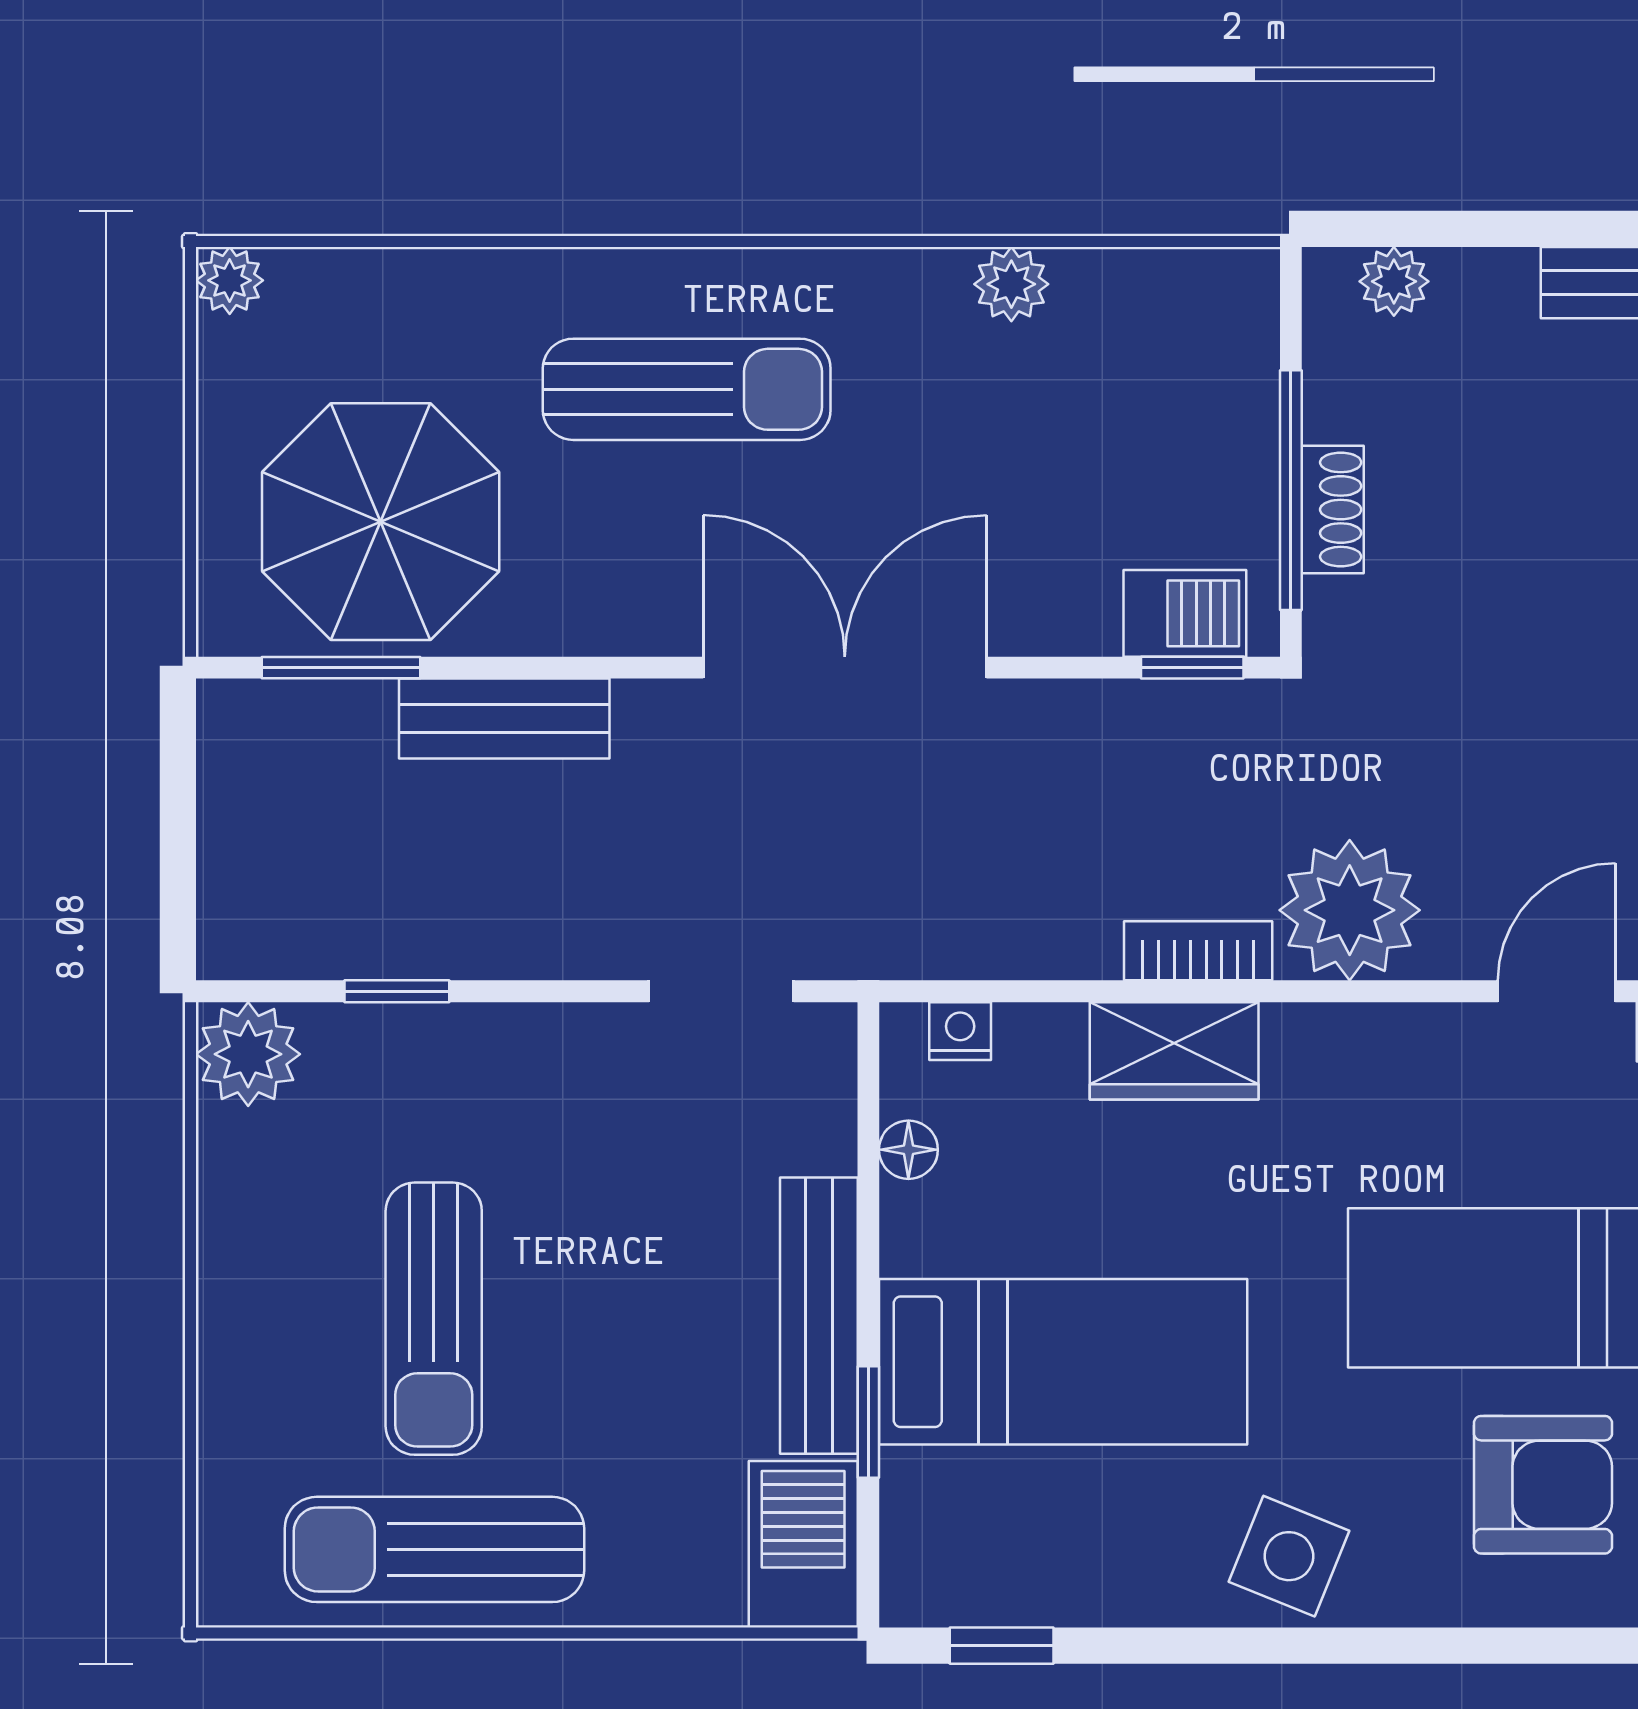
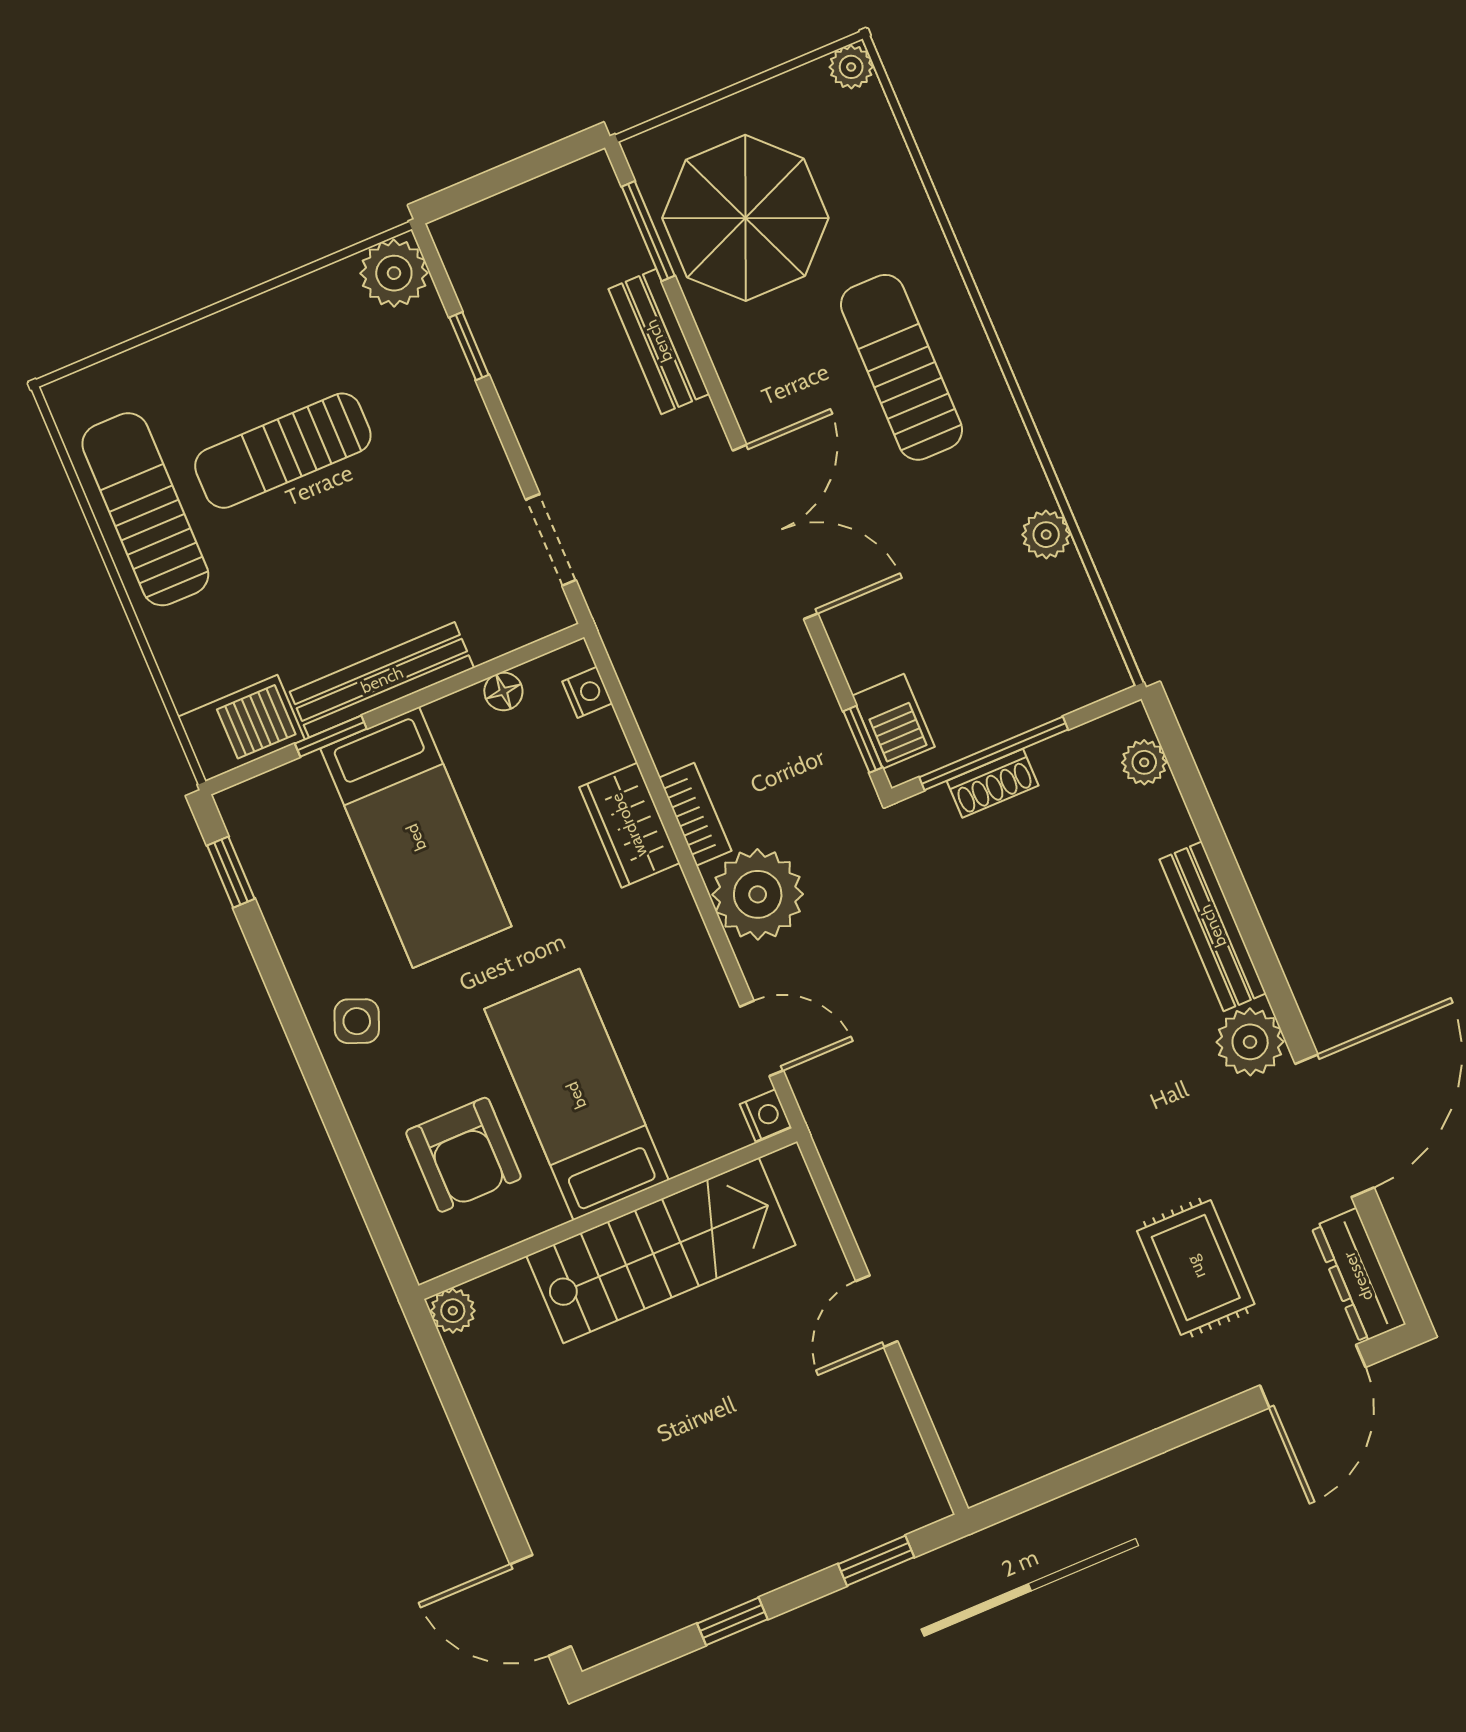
sun lounger: (687, 389) -> (901, 367), turned 180
side table: (1289, 1556) -> (357, 1021), width x0.73, depth x0.73

